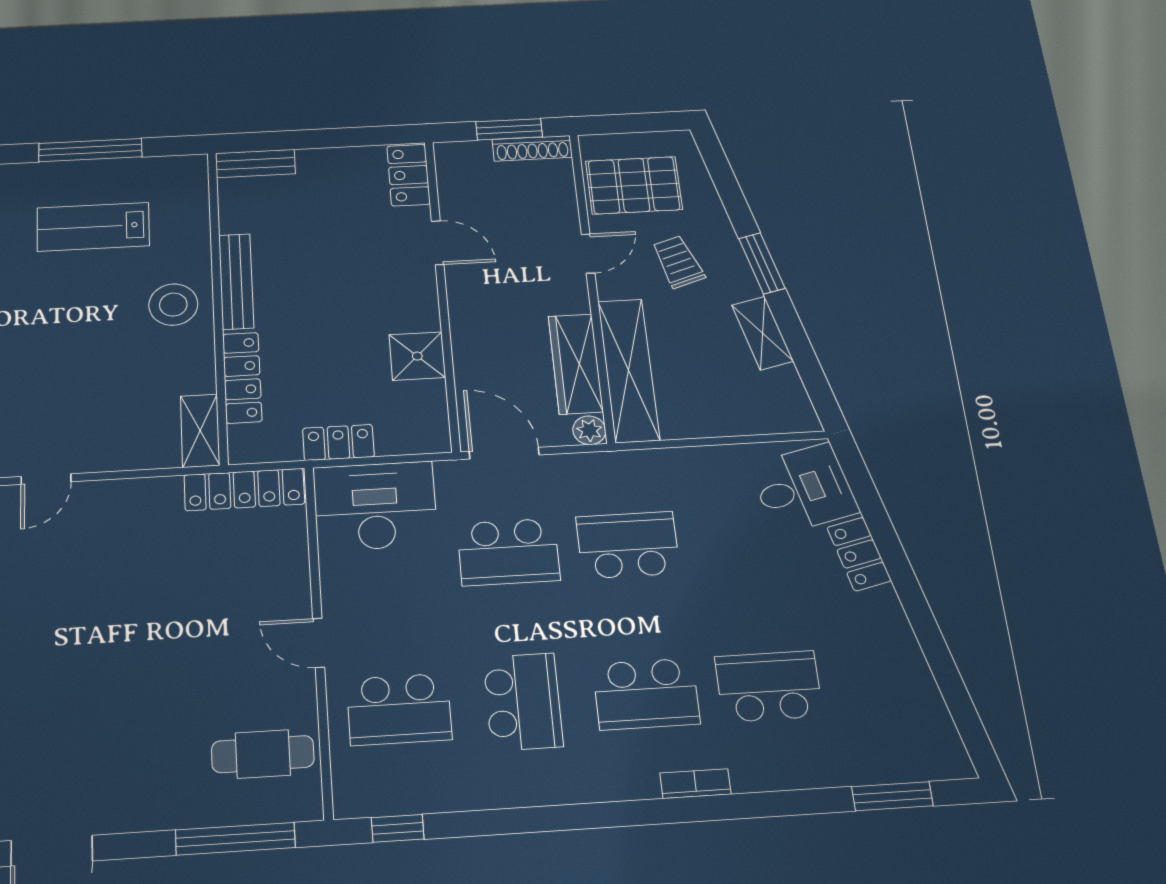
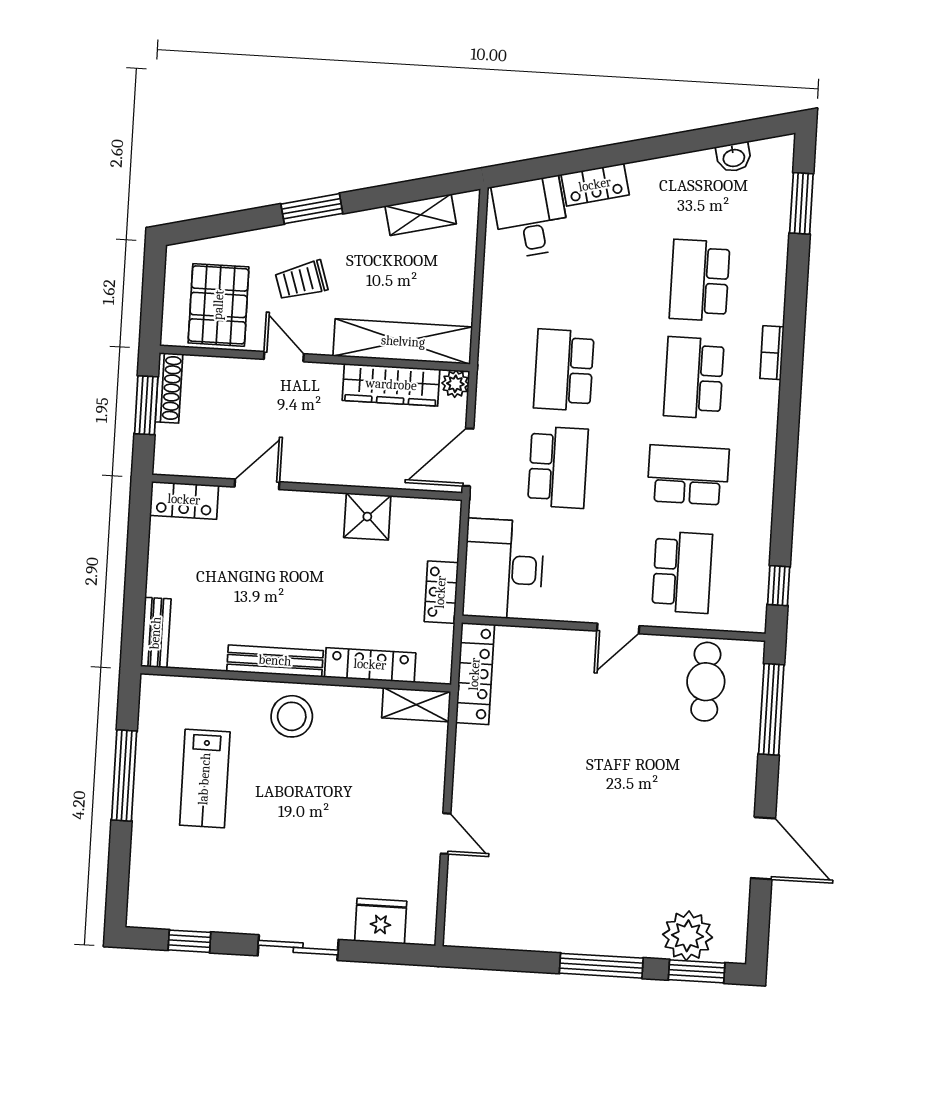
shelving: (762, 333) -> (421, 215), moved
school desk: (646, 694) -> (694, 378), turned 180
washbasin: (931, 708) -> (734, 157), added

